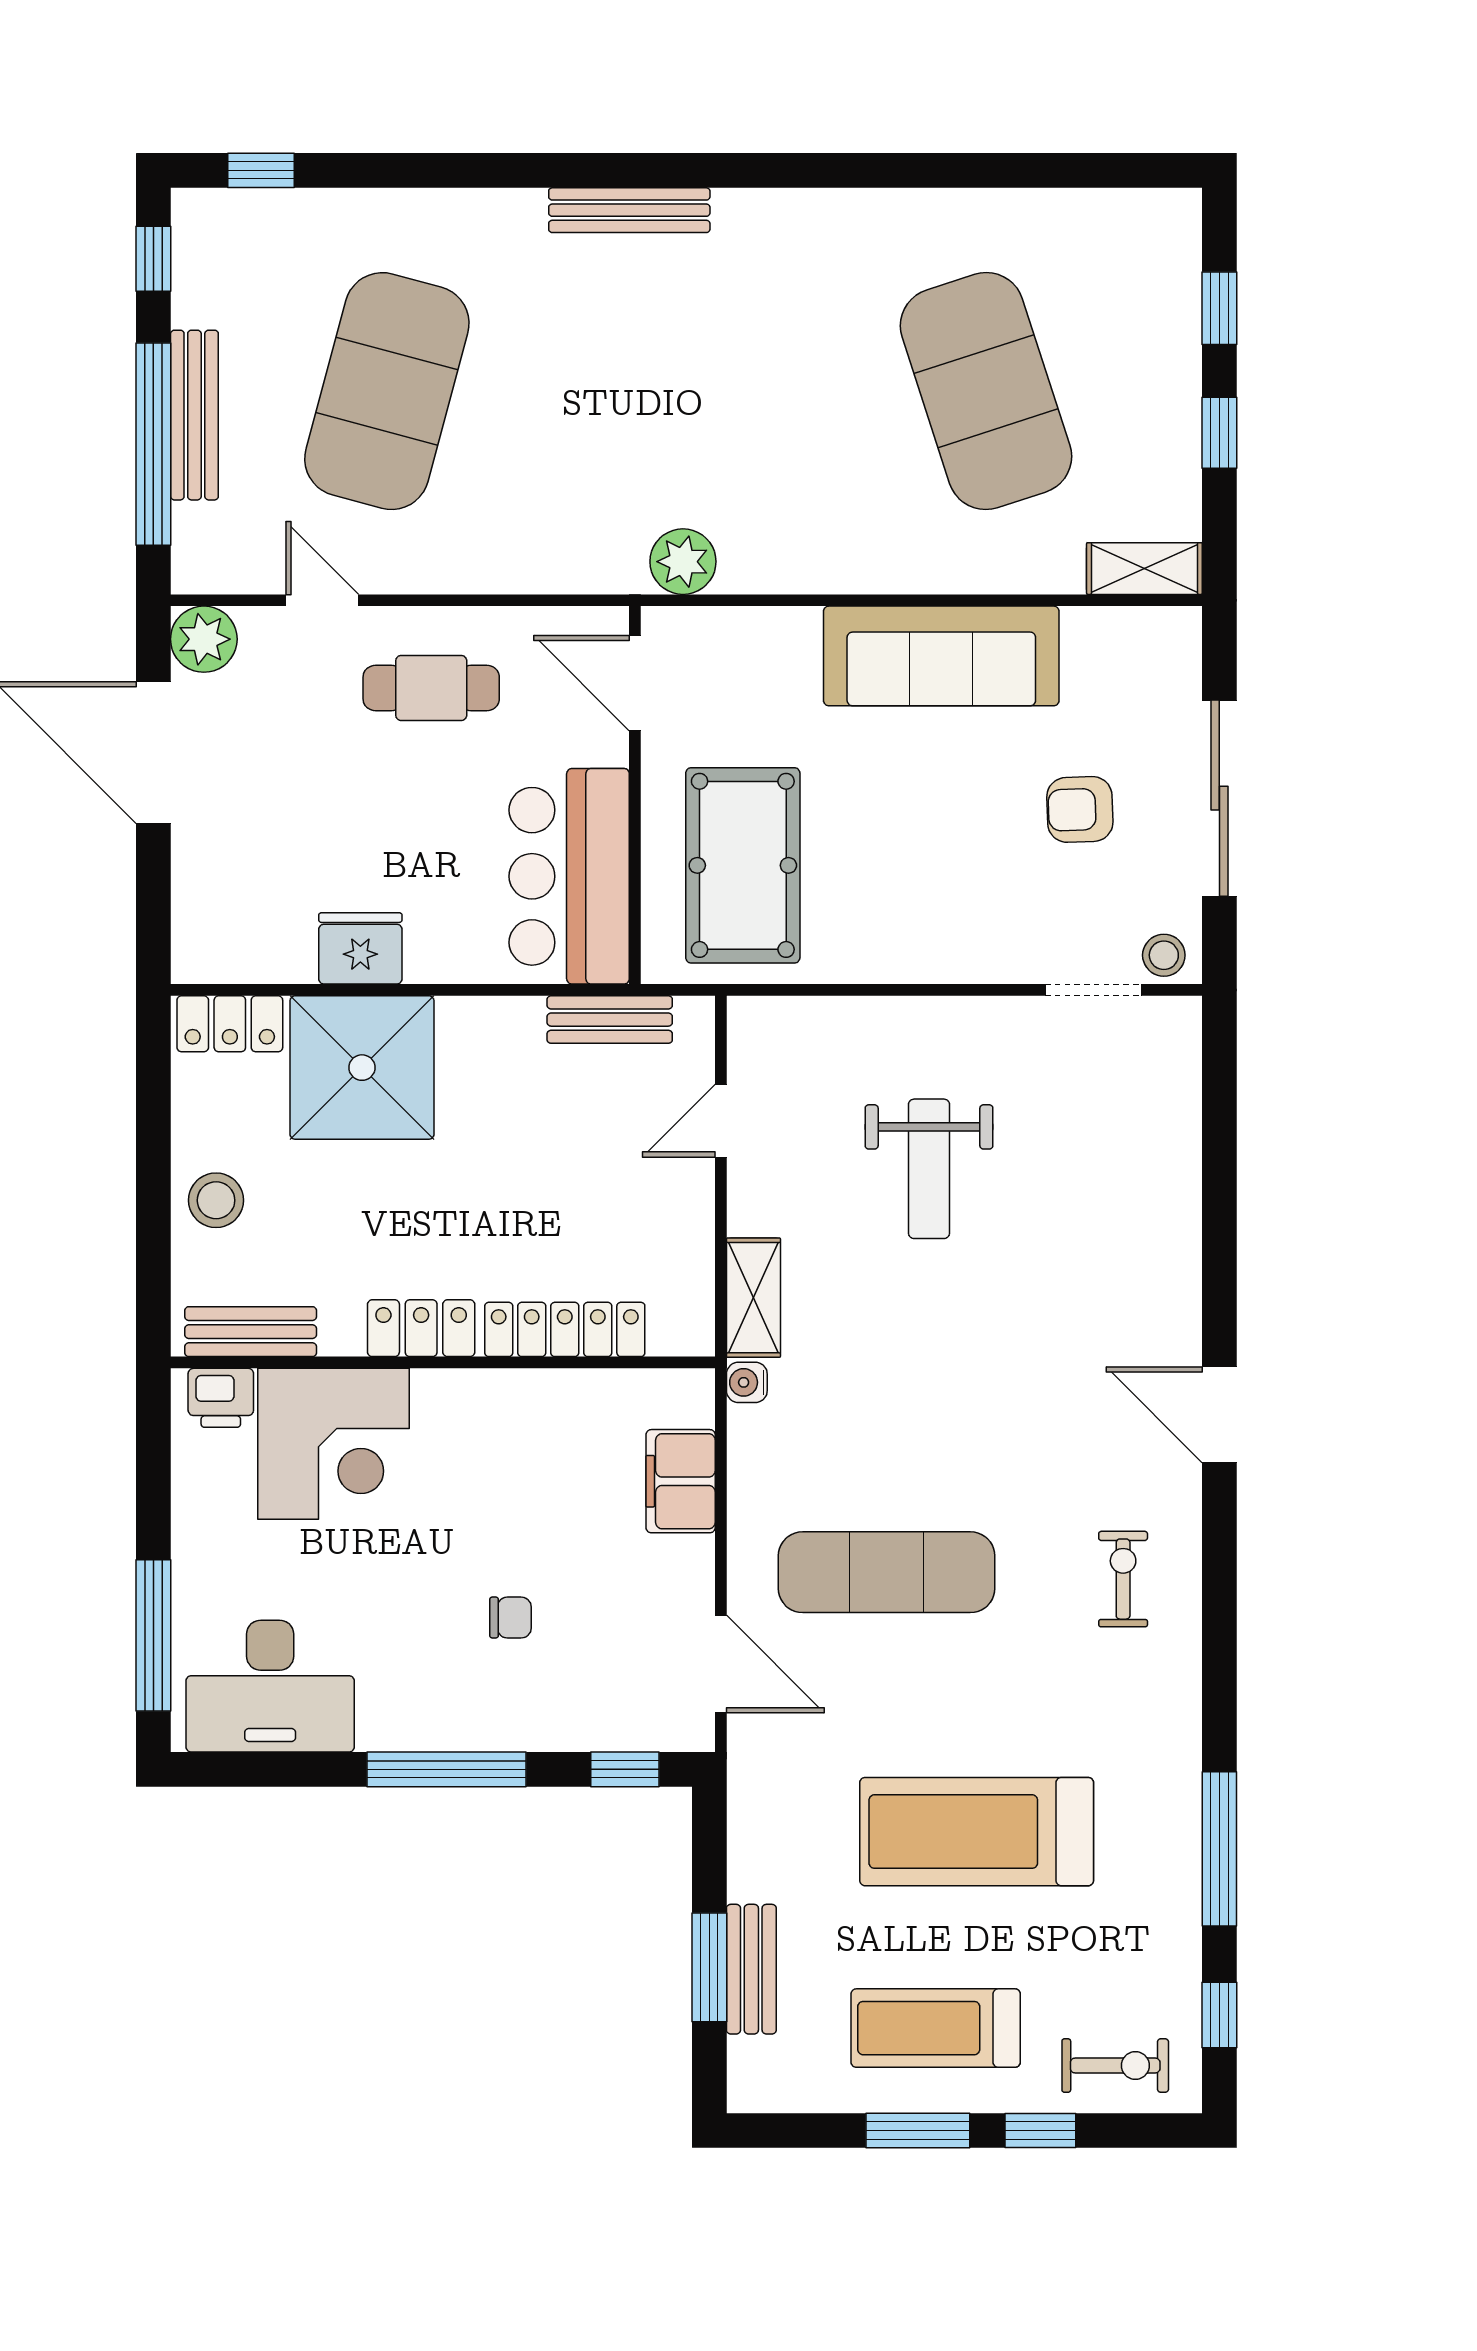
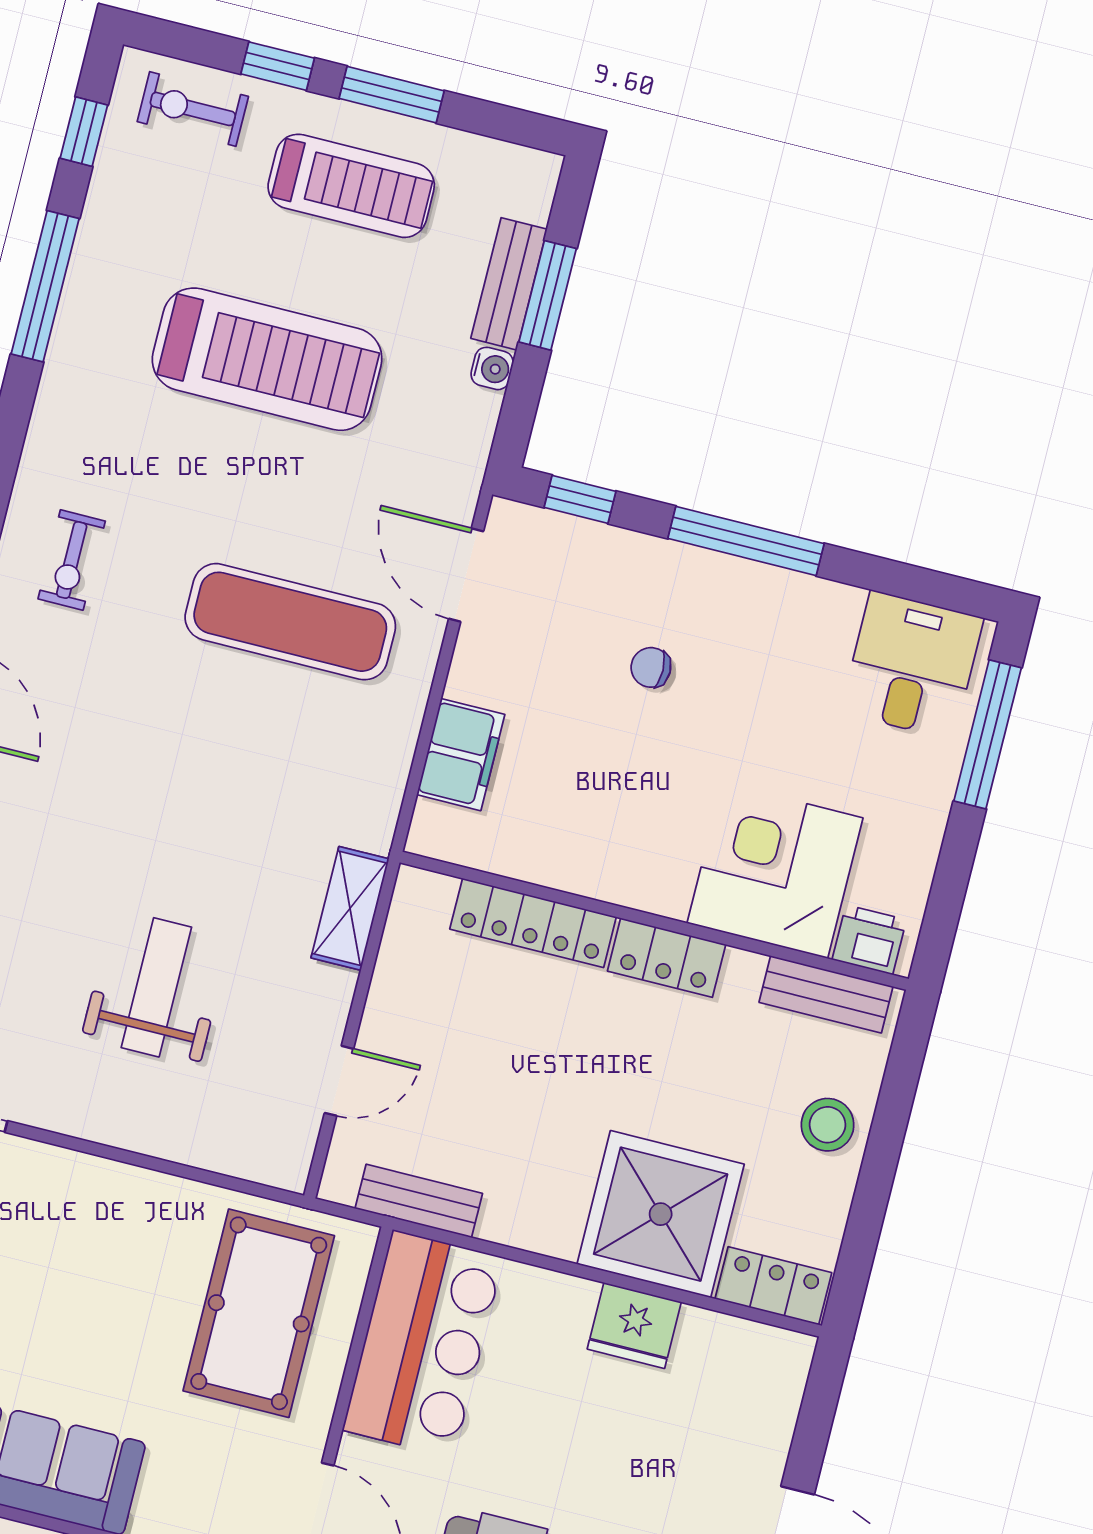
water cooler: (747, 1382) -> (492, 368), moved
desk: (270, 1686) -> (912, 665), width x0.73

